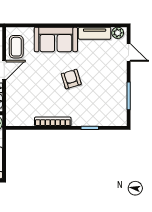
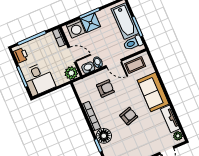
armchair: (28, 92) -> (105, 88), added
floor lamp: (81, 117) -> (104, 136), added

